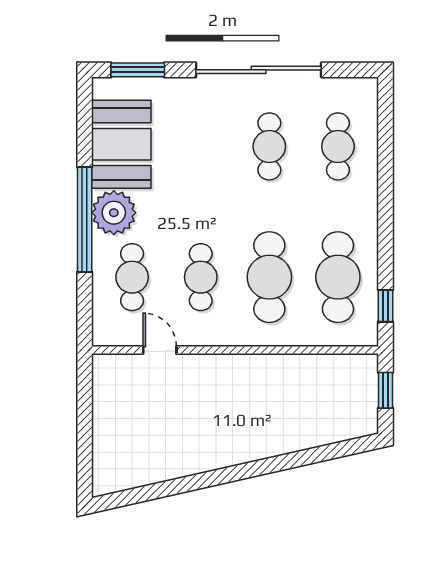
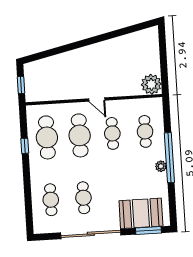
booth: (121, 144) -> (141, 213), moved, turned 90
plant: (114, 213) -> (161, 166), width x0.53, depth x0.53
window: (385, 306) -> (25, 146), moved
door: (160, 350) -> (97, 99), moved
plant: (113, 375) -> (151, 84), added

